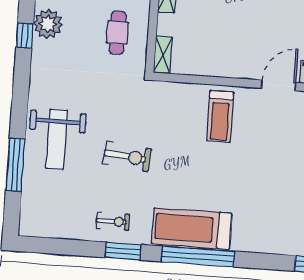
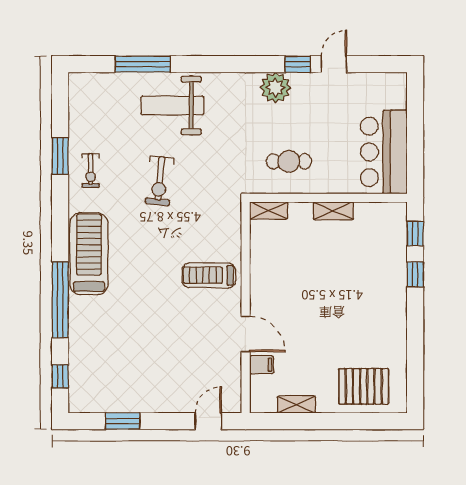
plant: (48, 24) -> (275, 88), moved
window: (25, 36) -> (298, 64), moved
window: (123, 251) -> (60, 156), moved
window: (198, 256) -> (60, 300), moved

